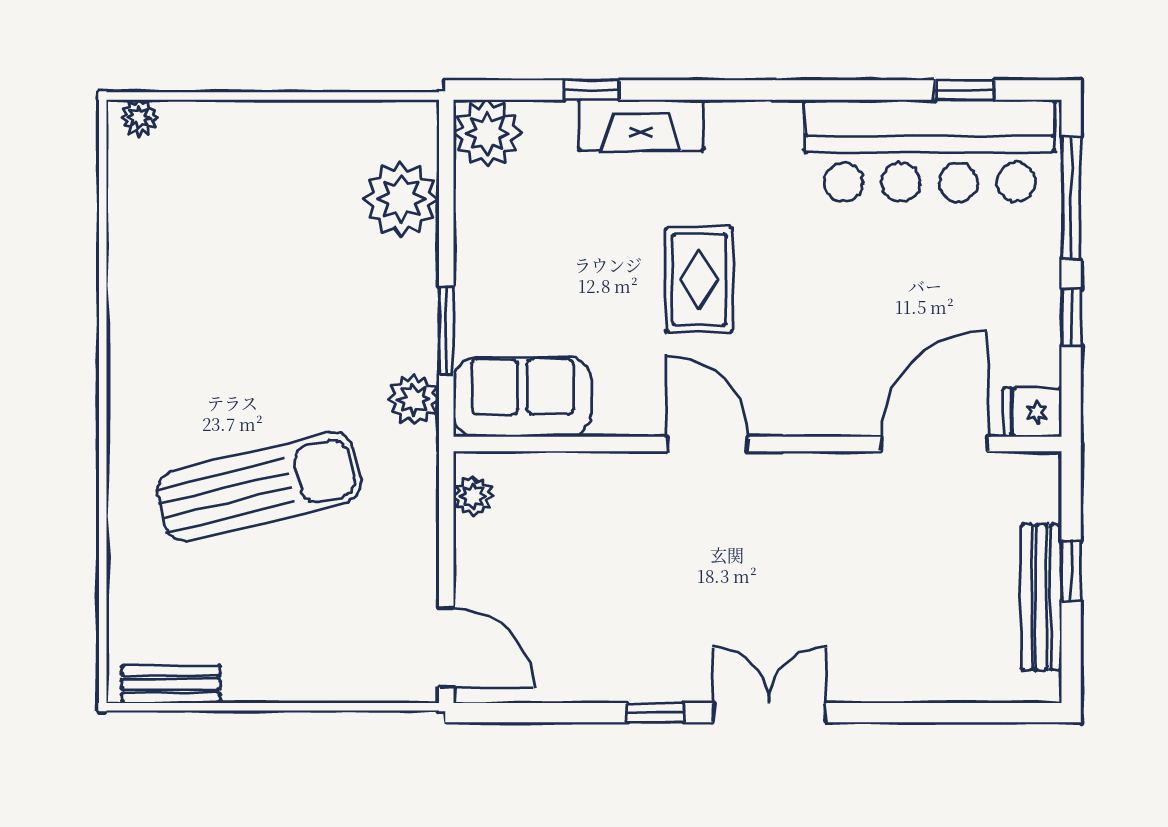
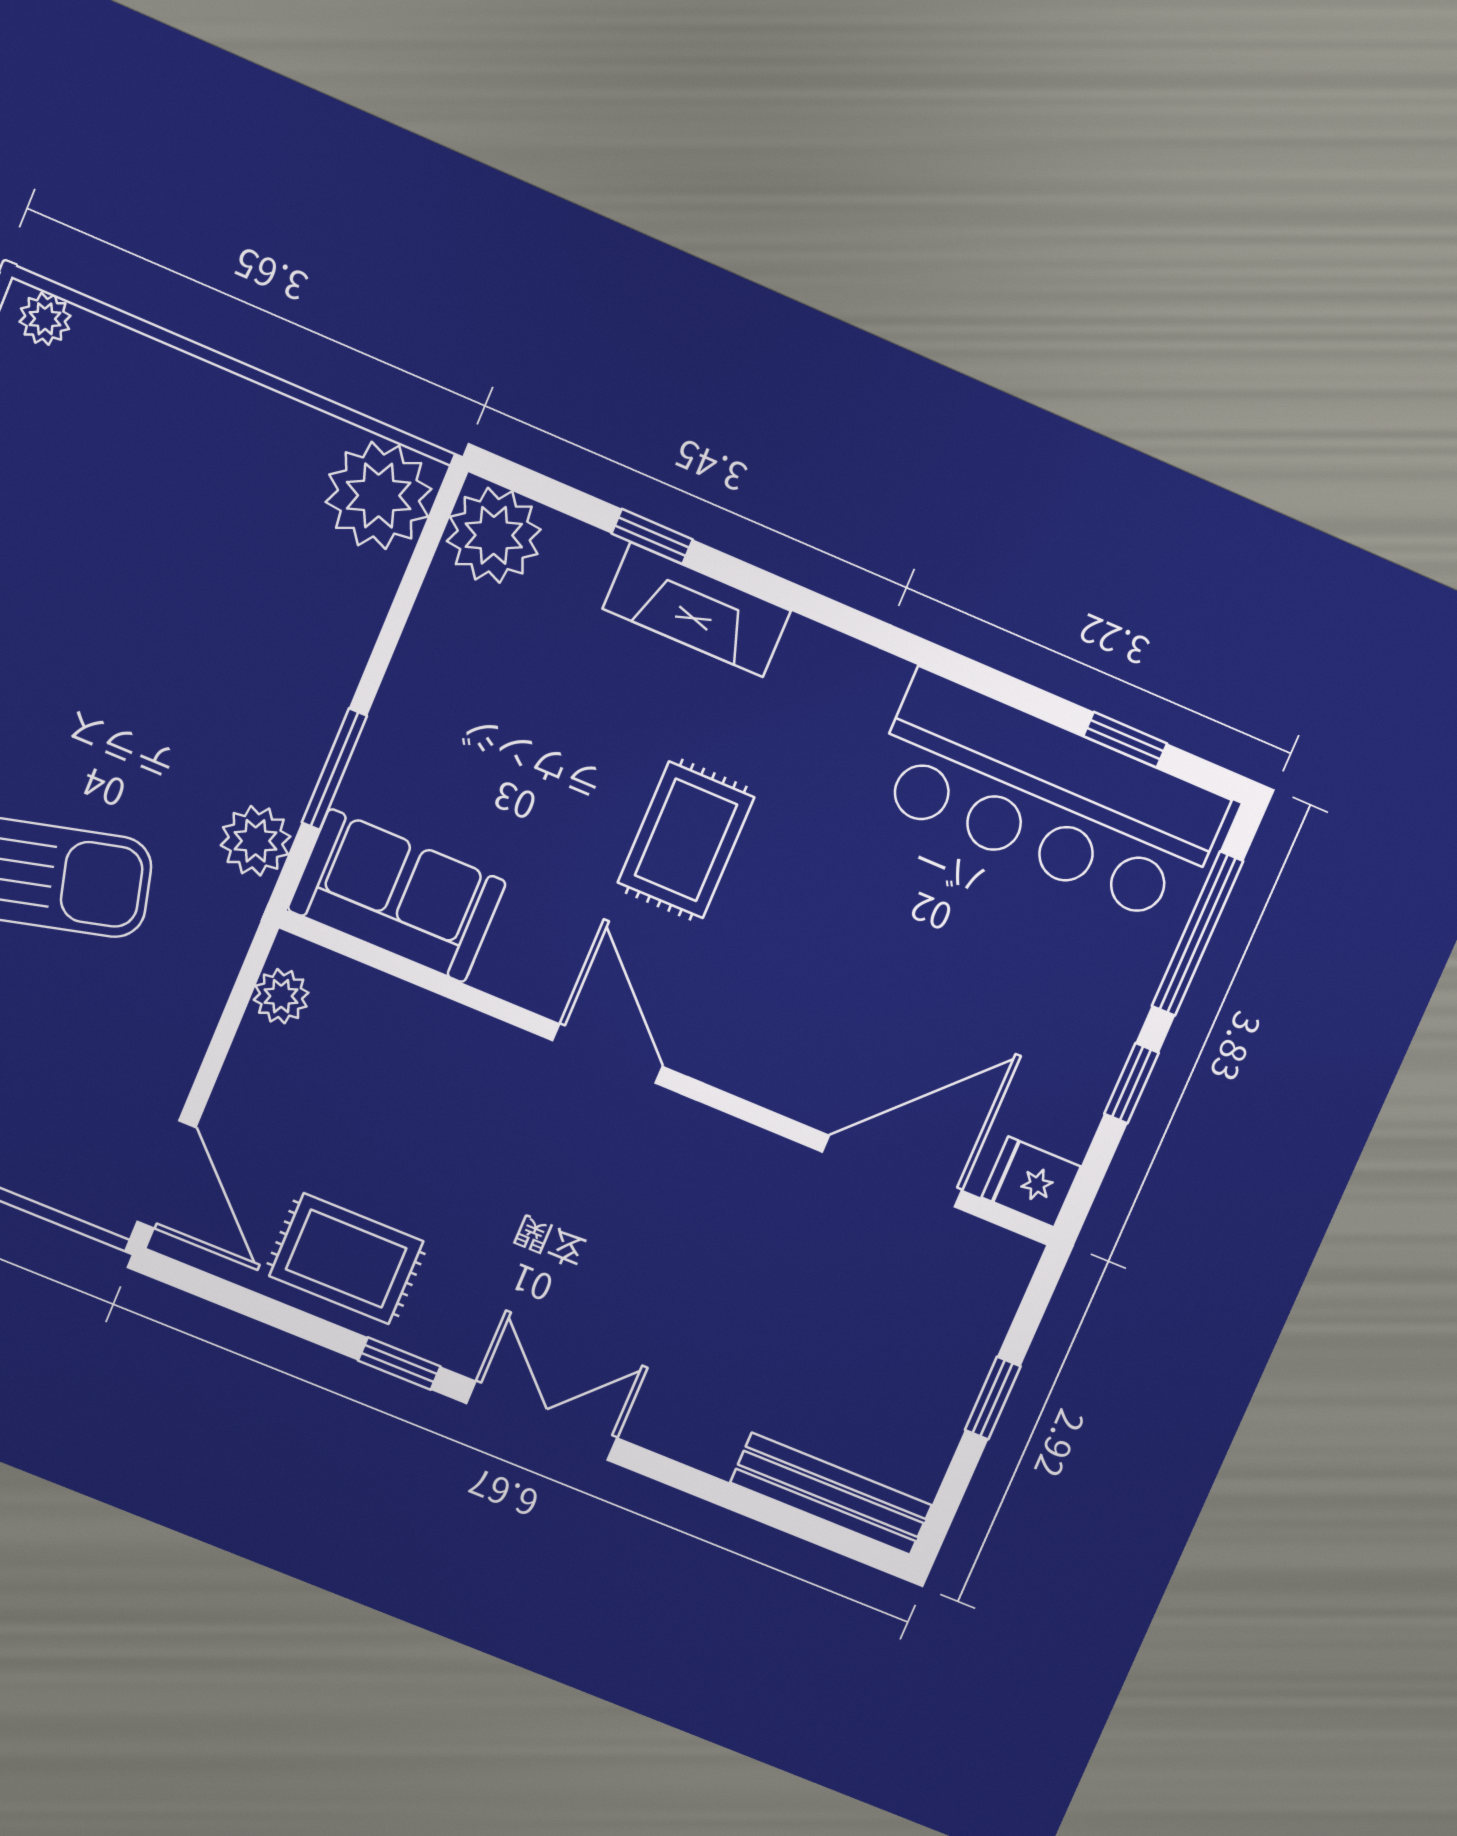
plant: (401, 199) -> (379, 496), moved
bench: (1041, 597) -> (831, 1494), moved, turned 90
rug: (590, 655) -> (346, 1259), added

